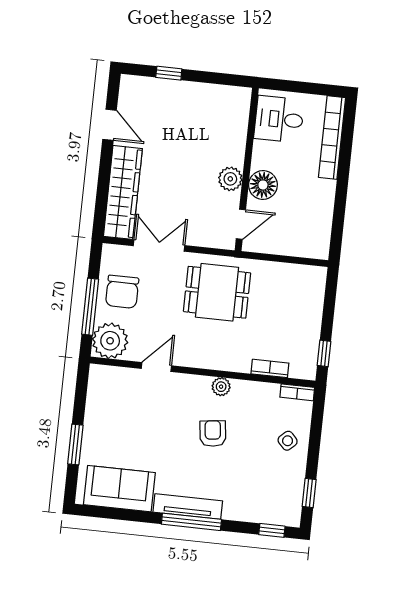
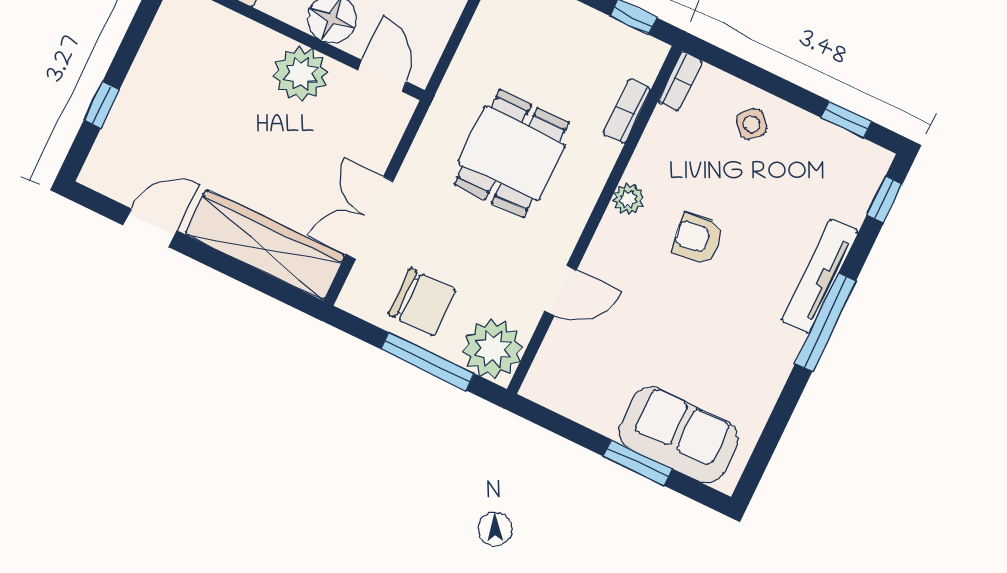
plant: (230, 179) -> (301, 74), width x1.36, depth x1.36
dining table: (217, 292) -> (512, 154), moved
door: (156, 367) -> (561, 290), swing flipped
sofa: (119, 489) -> (678, 435), moved, turned 90
tv unit: (188, 506) -> (820, 276), moved

